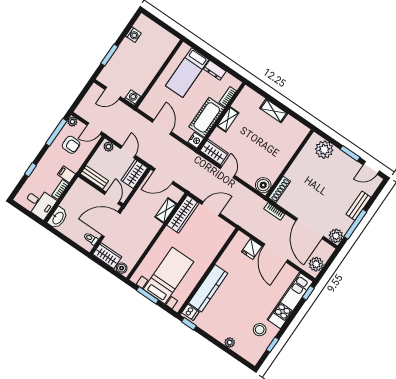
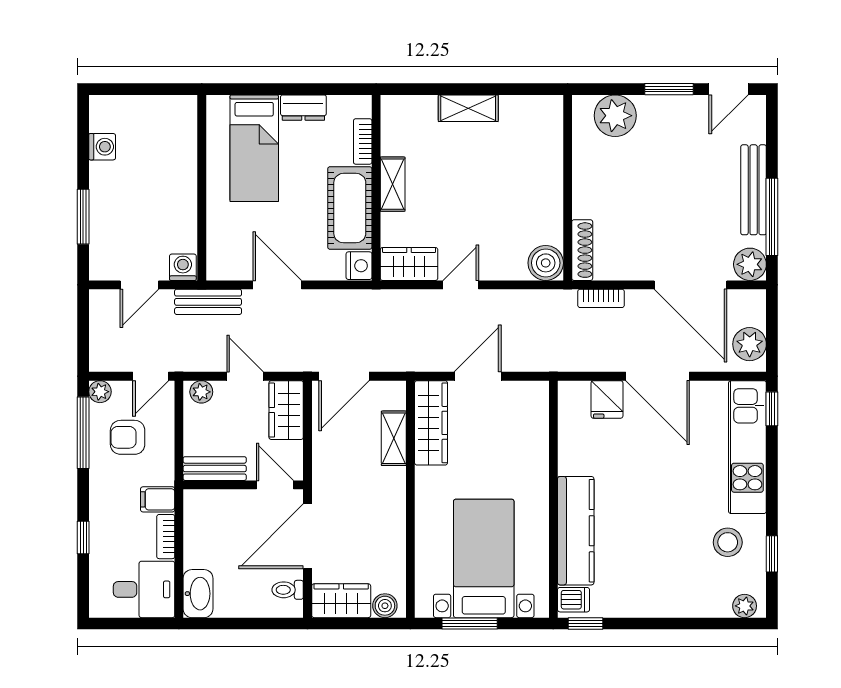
bench: (133, 116) -> (208, 302), added
armchair: (71, 145) -> (128, 437), turned 180
door: (228, 172) -> (461, 285), hinge flipped
bench: (358, 206) -> (754, 190), width x1.36
plant: (230, 343) -> (745, 606), moved

